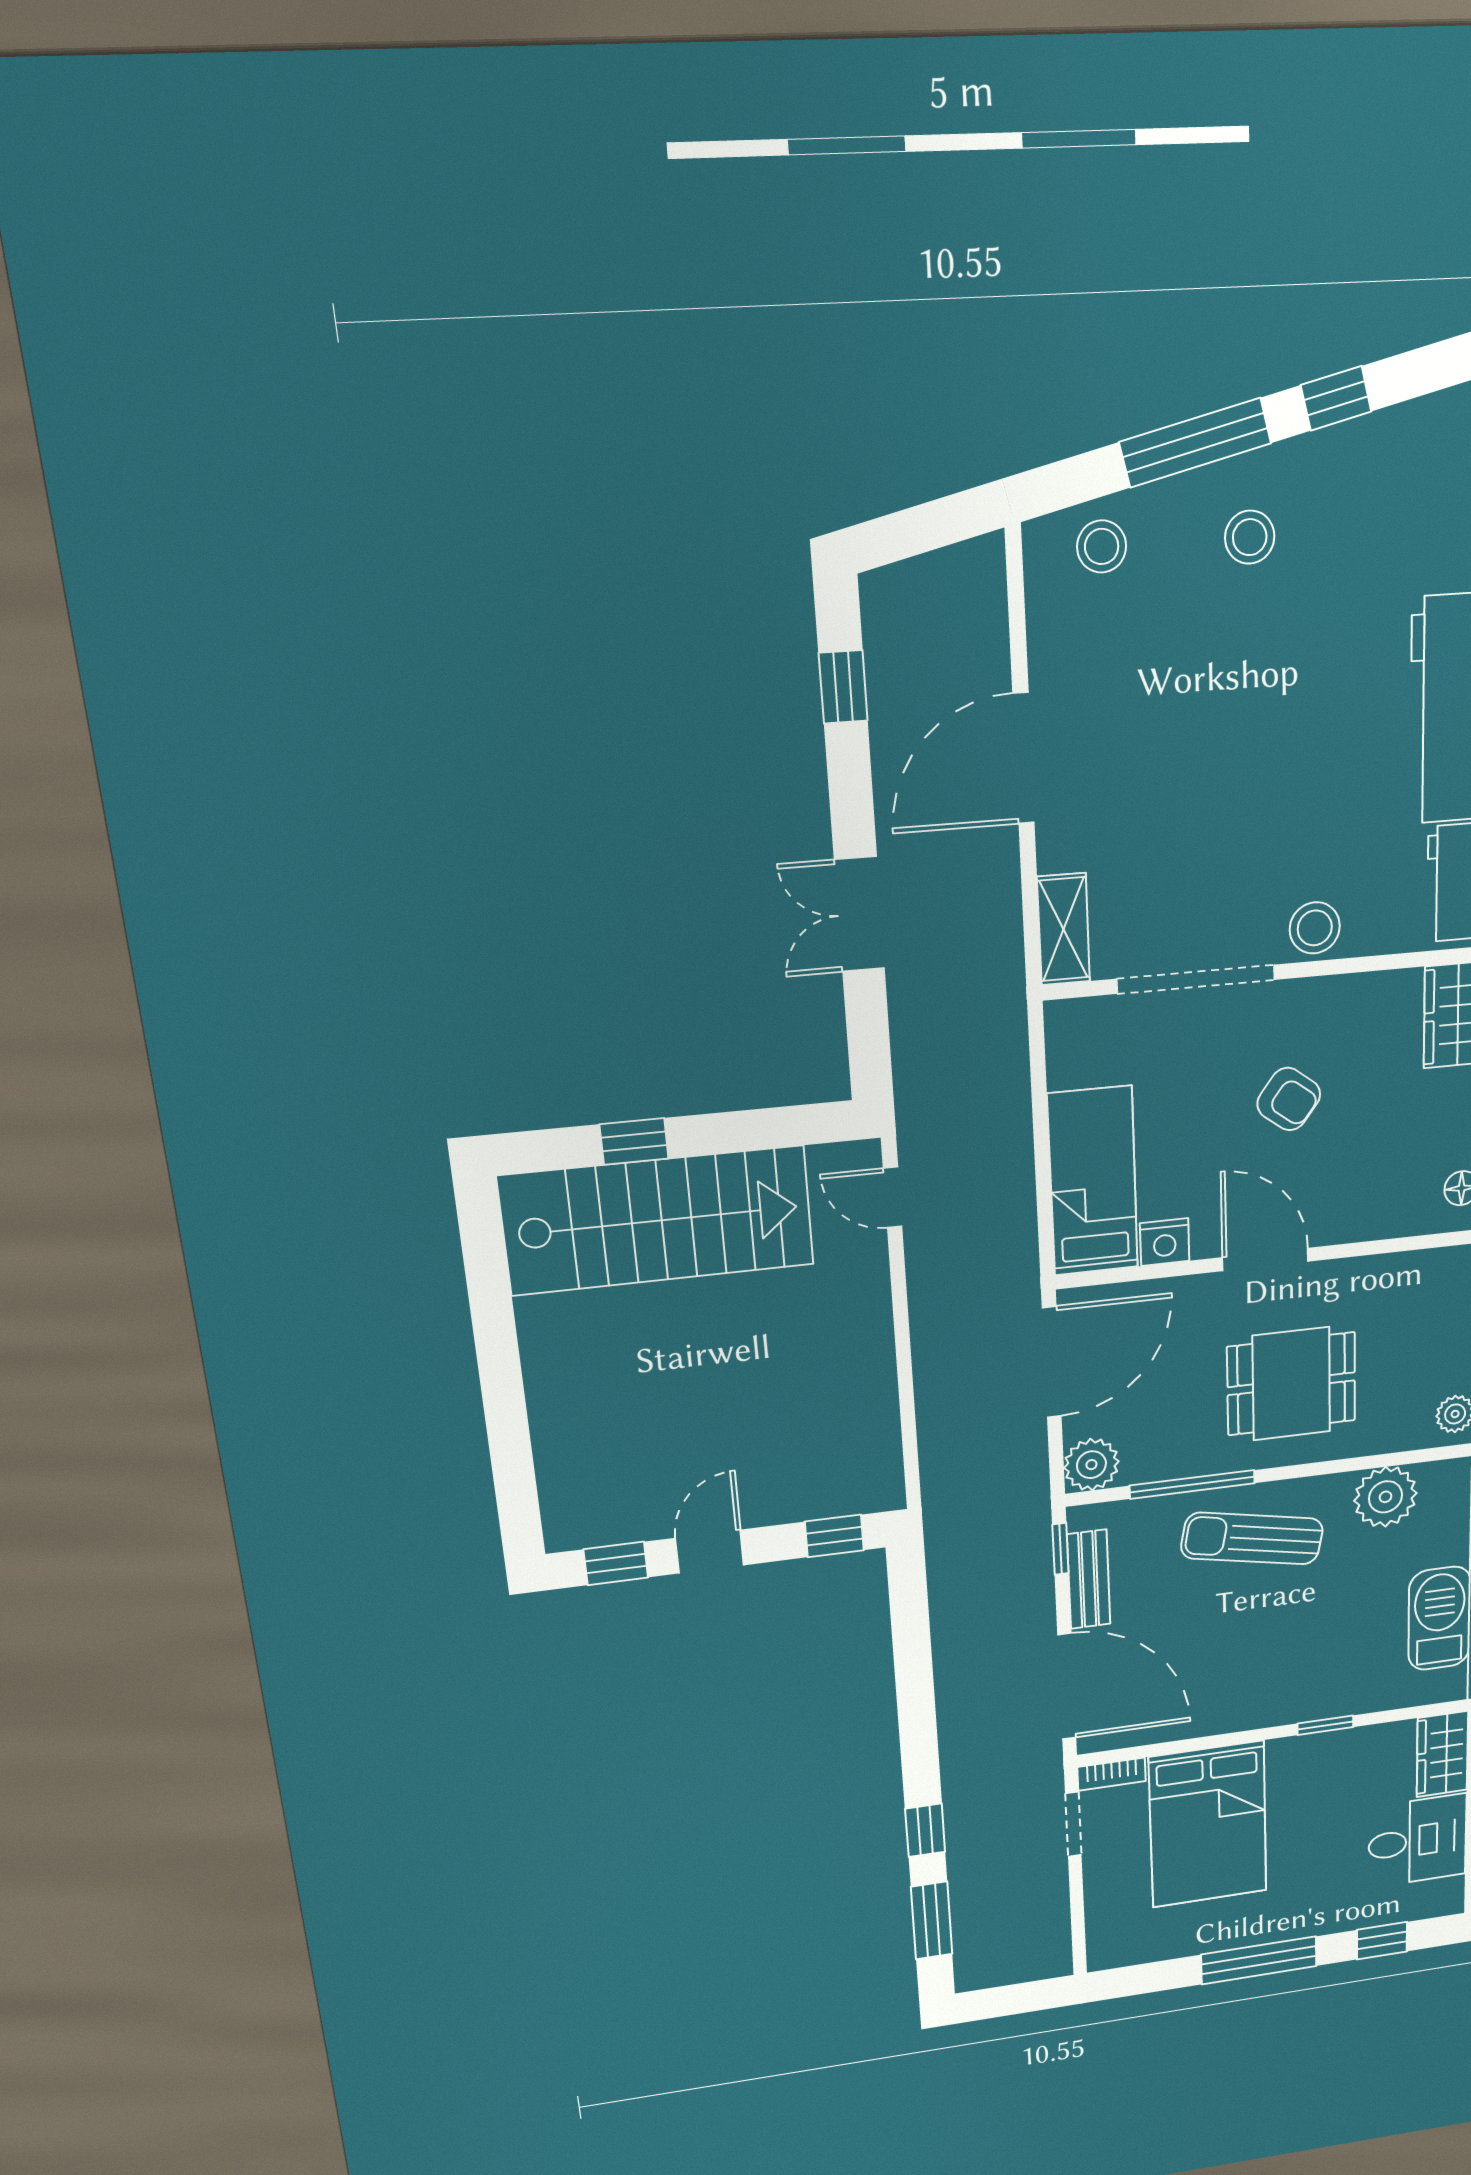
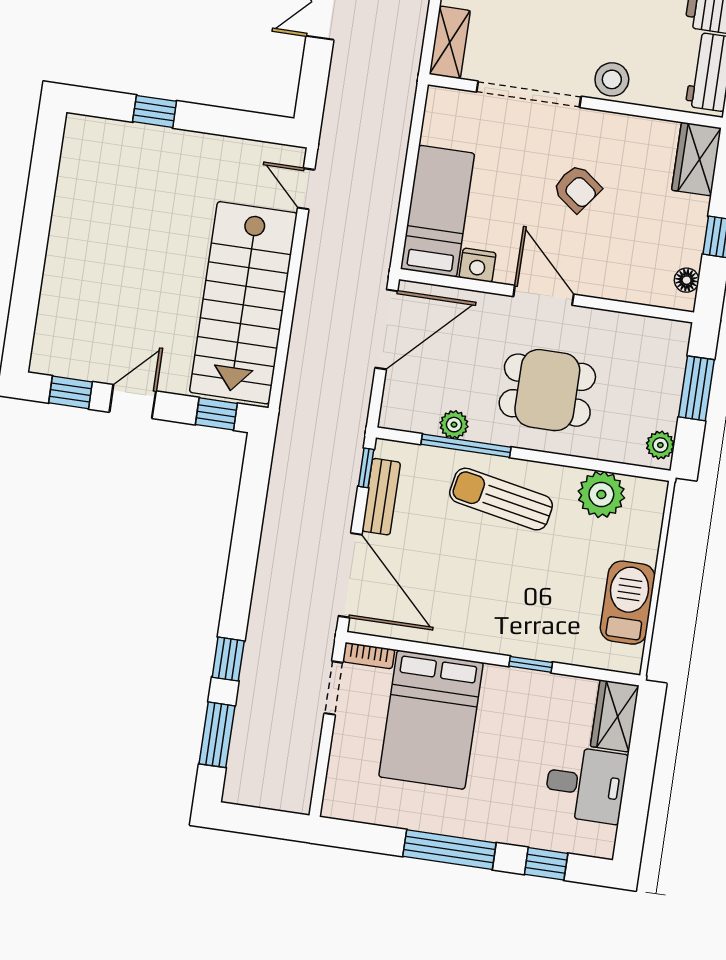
stairs: (658, 1221) -> (243, 303), moved, turned 90
plant: (1091, 1465) -> (454, 425), moved, width x0.73, depth x0.73

